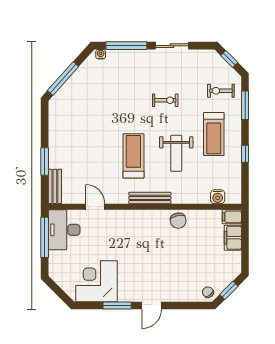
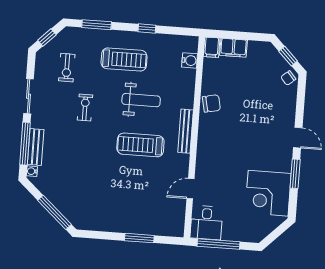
exercise bike: (221, 91) -> (67, 68), moved
bench: (55, 186) -> (36, 147), moved, turned 90
desk: (64, 230) -> (206, 223), width x0.73

